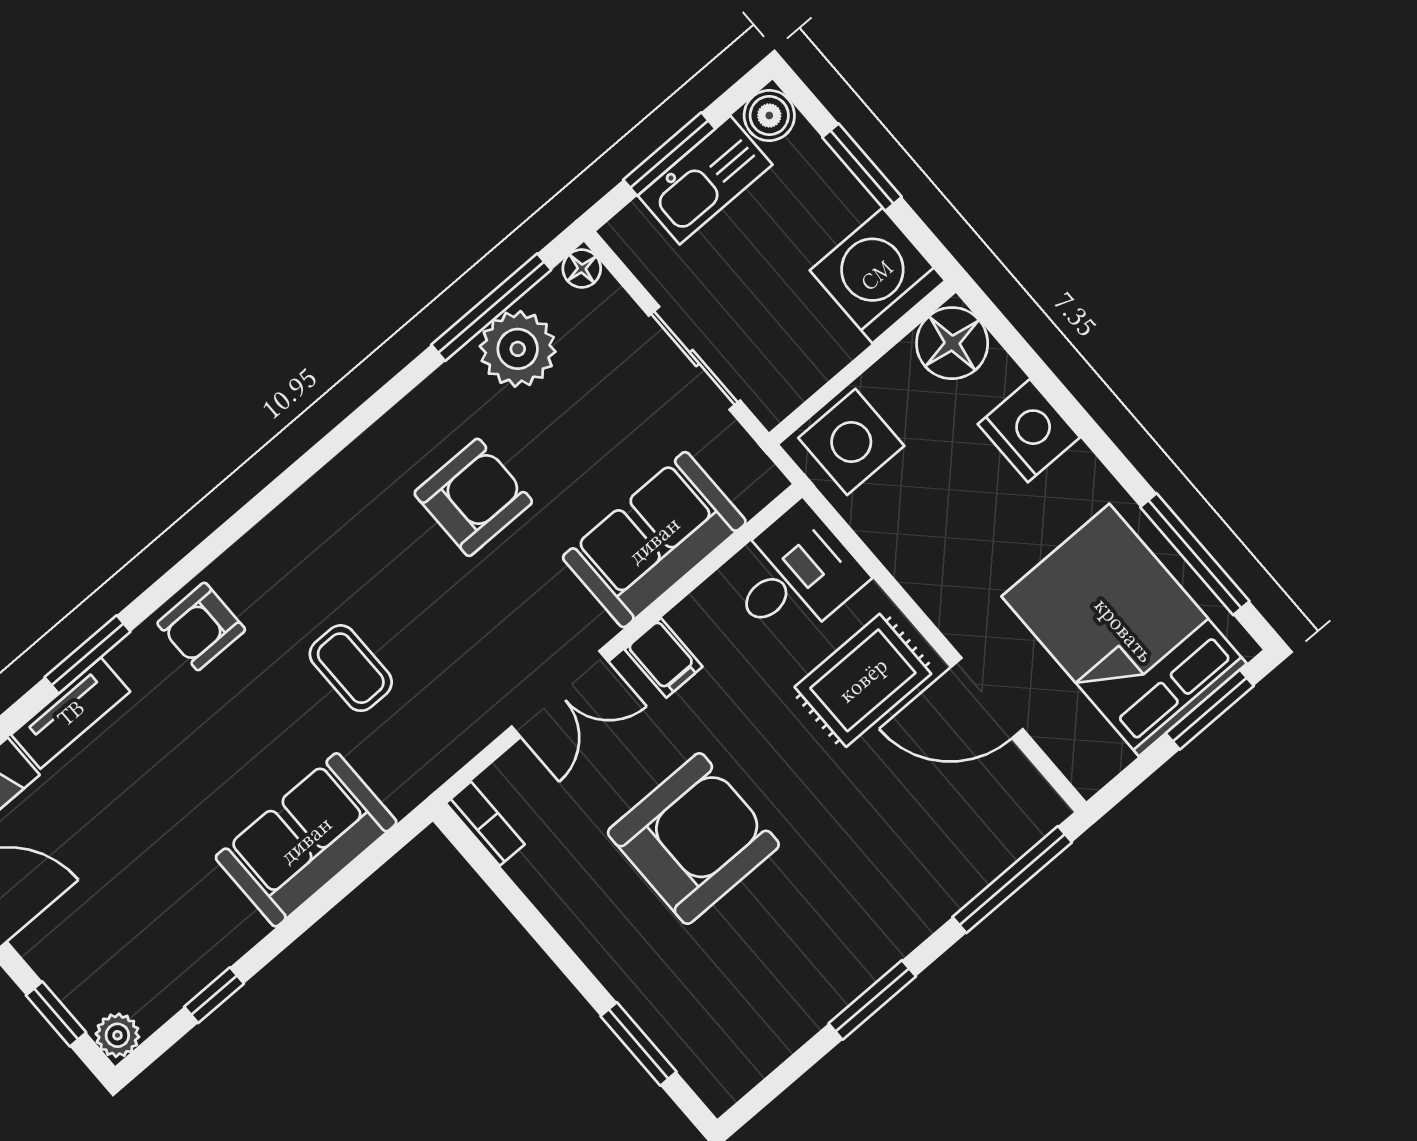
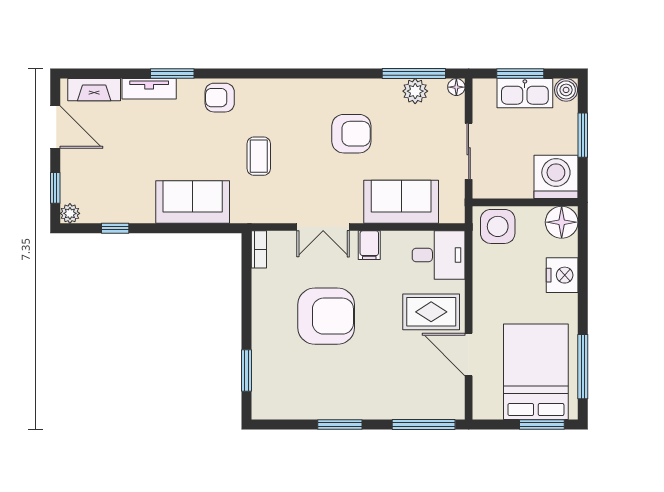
plant: (518, 349) -> (415, 91), width x0.73, depth x0.73

